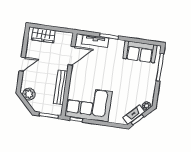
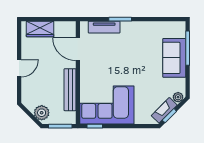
sofa: (140, 52) -> (174, 58), moved, turned 90
door: (72, 56) -> (78, 49), swing flipped
plant: (29, 94) -> (42, 113), moved

